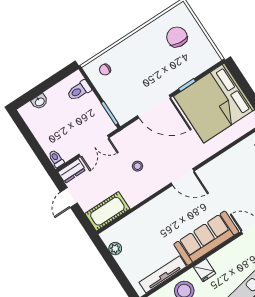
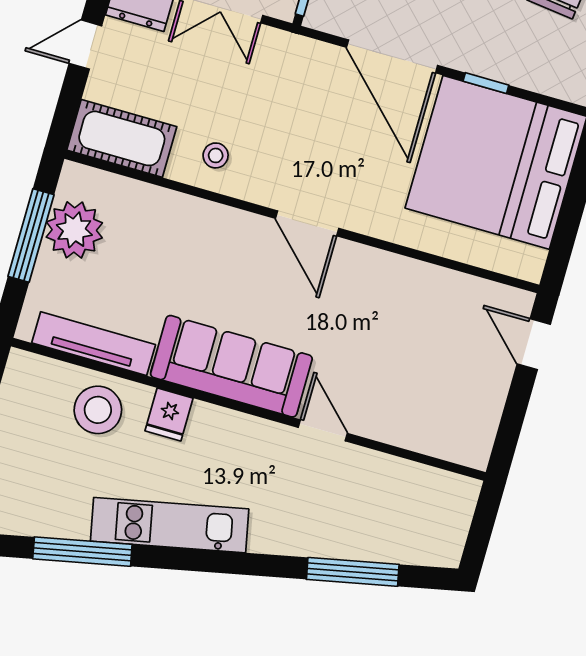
stool: (138, 166) -> (216, 155), moved
plant: (115, 249) -> (74, 230), width x1.87, depth x1.87
window: (113, 265) -> (31, 236), added

